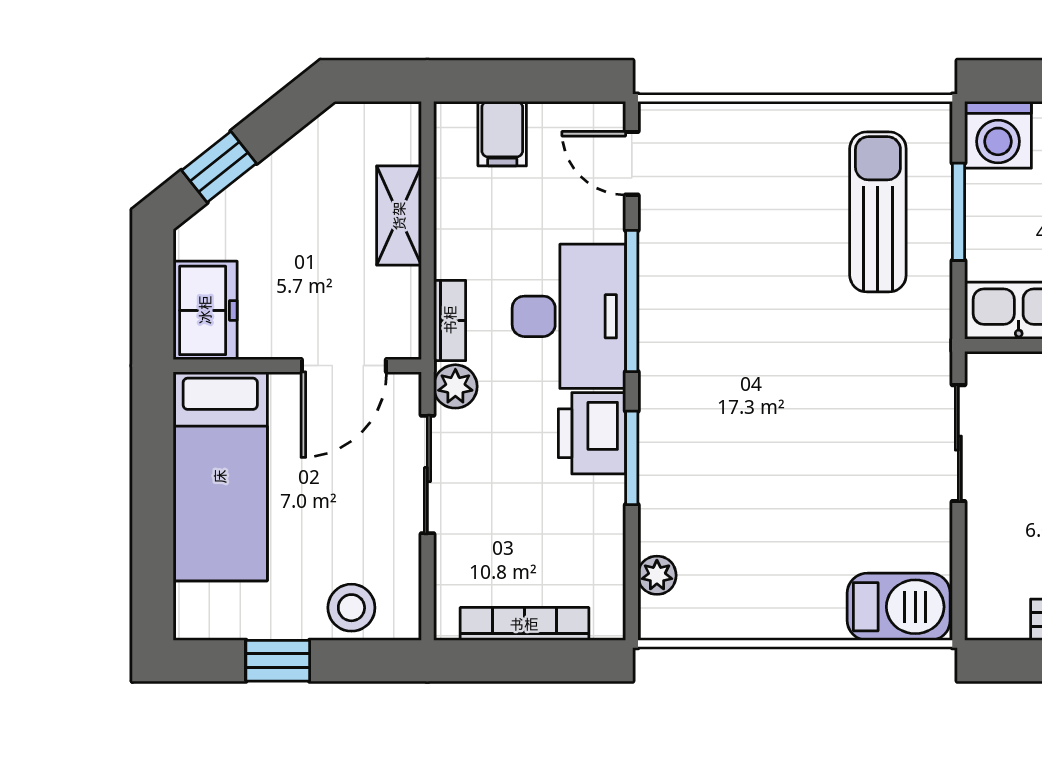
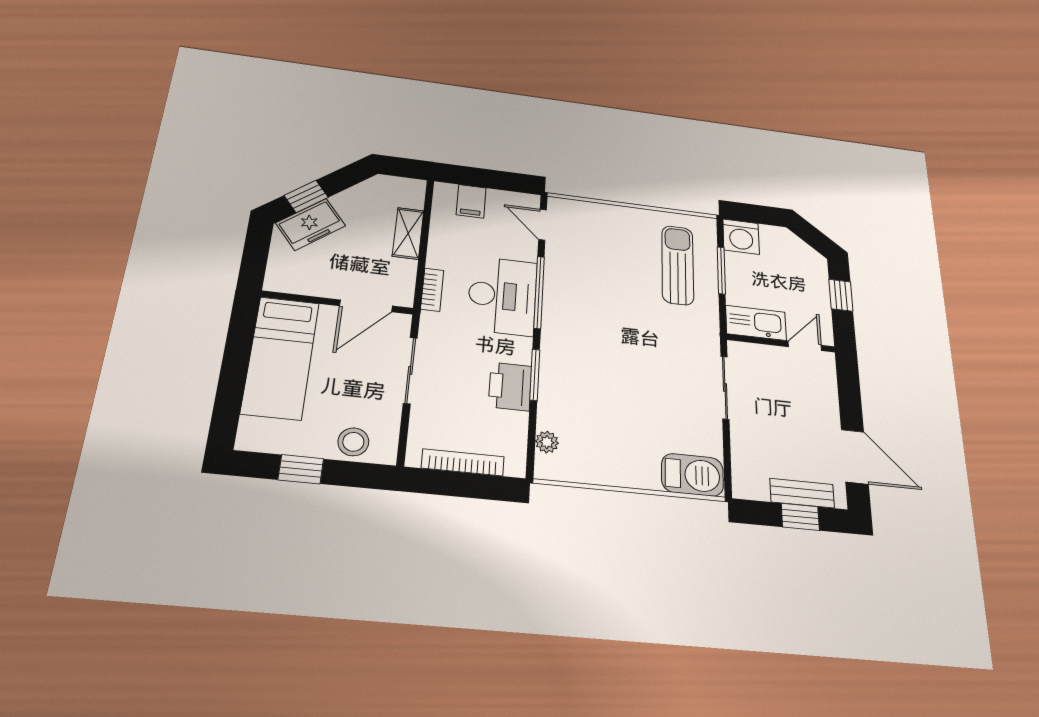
freezer: (205, 310) -> (311, 224), moved, turned 52
plant: (455, 386) -> (432, 325), removed
printer: (592, 433) -> (510, 387), moved

